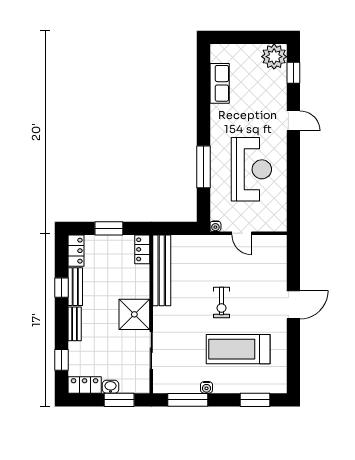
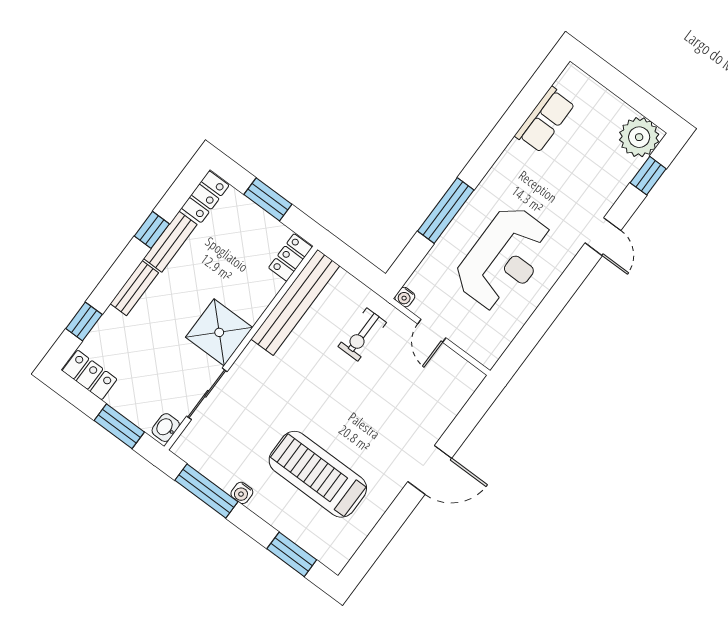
exercise bike: (222, 302) -> (362, 334), moved
washbasin: (110, 387) -> (166, 428), moved, turned -90

